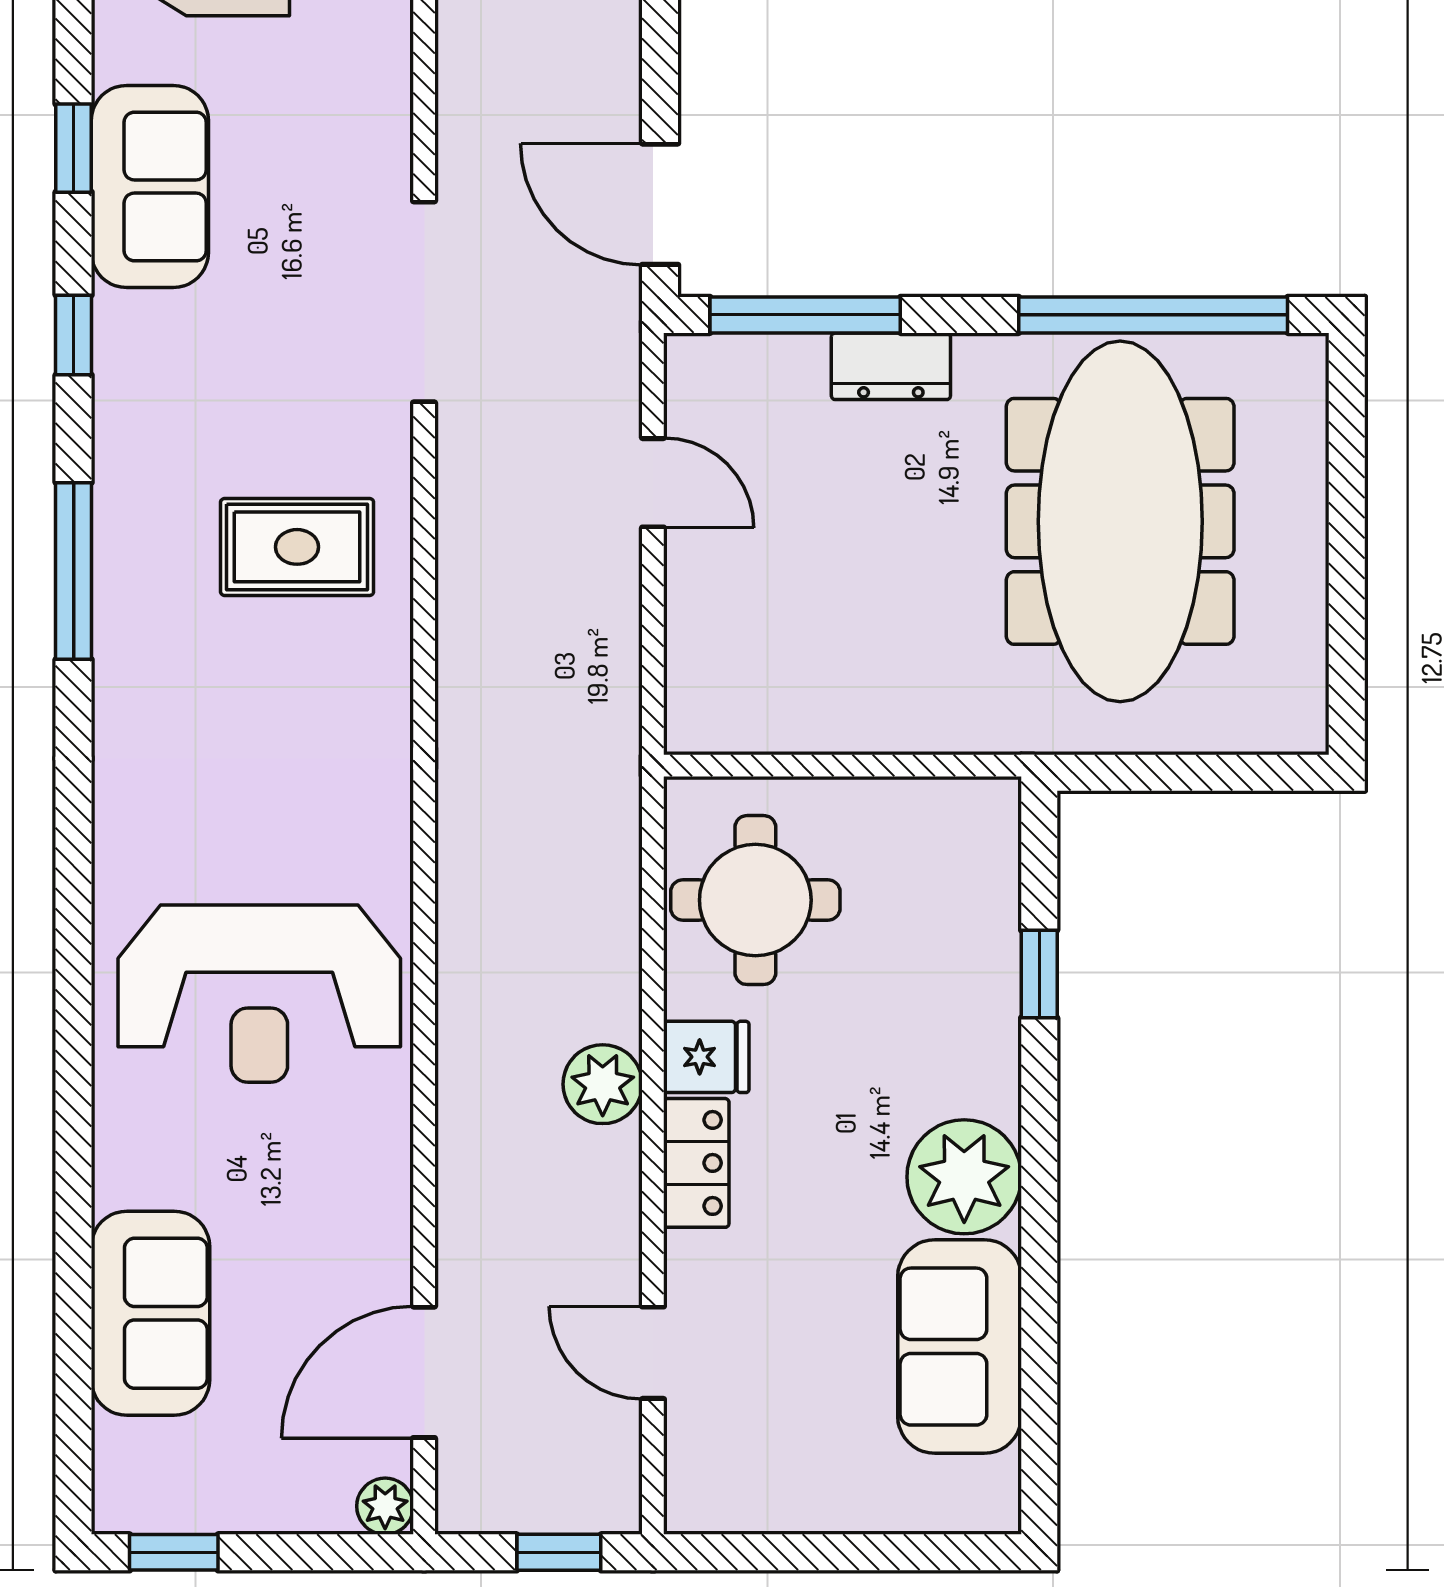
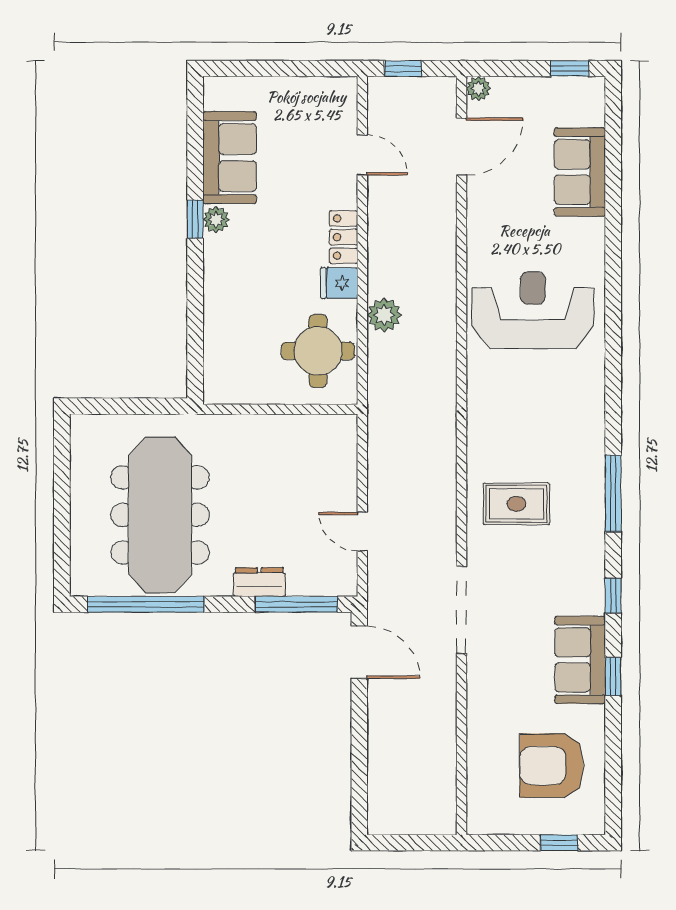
window: (1039, 974) -> (195, 219), moved
plant: (603, 1084) -> (384, 315), moved
plant: (964, 1177) -> (216, 220), width x0.53, depth x0.53

